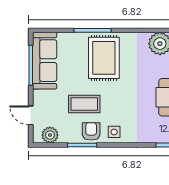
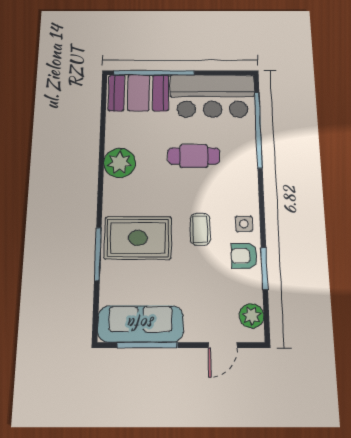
coffee table: (84, 104) -> (200, 229), moved, width x0.73, depth x0.77

